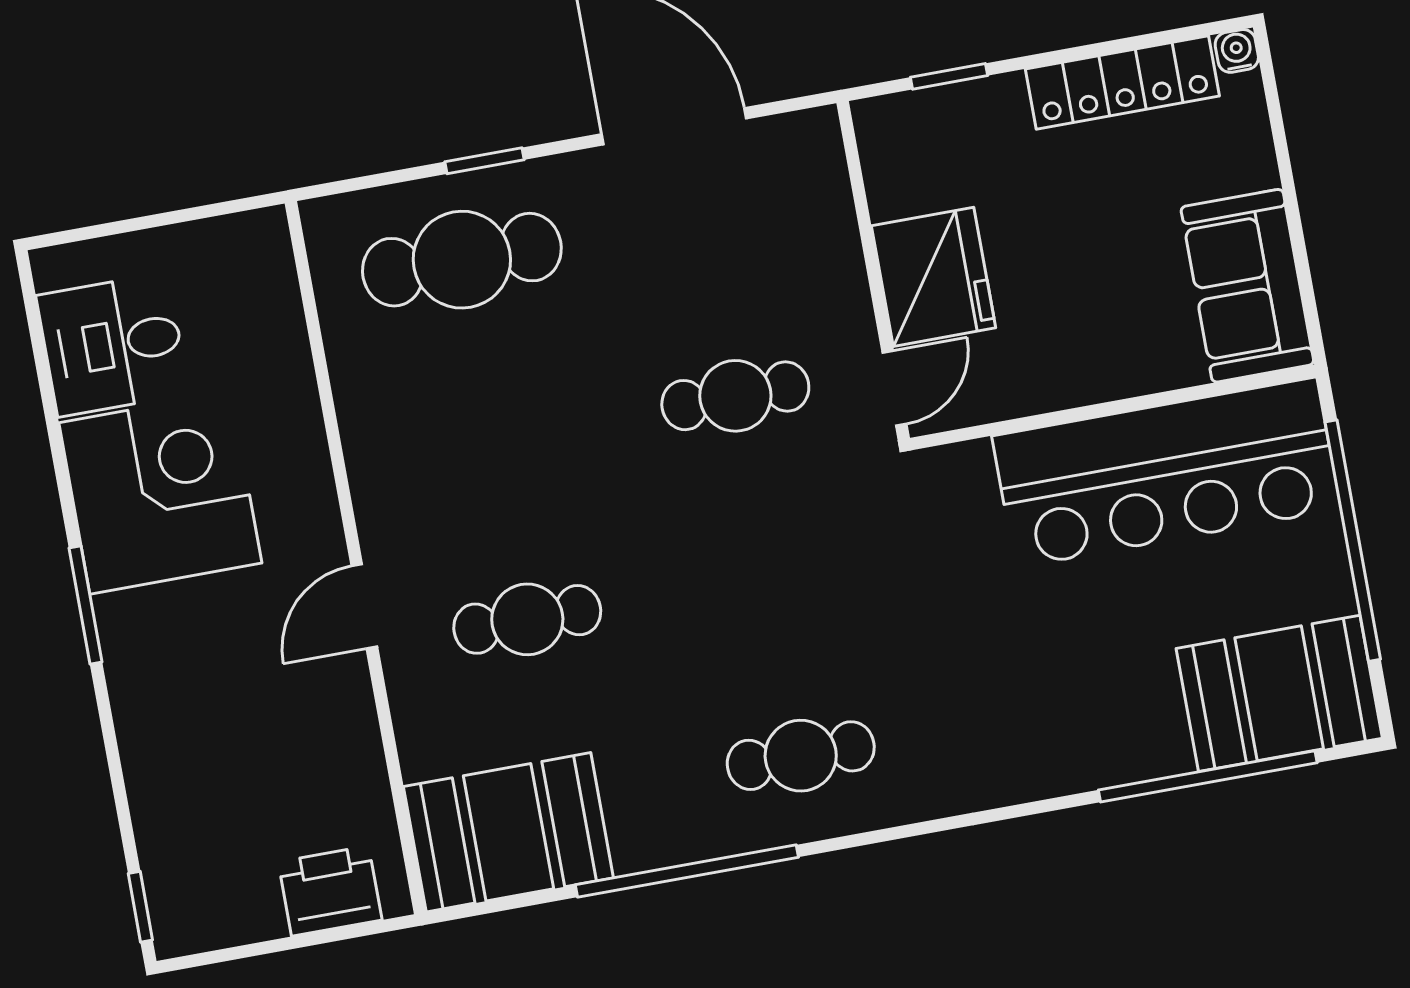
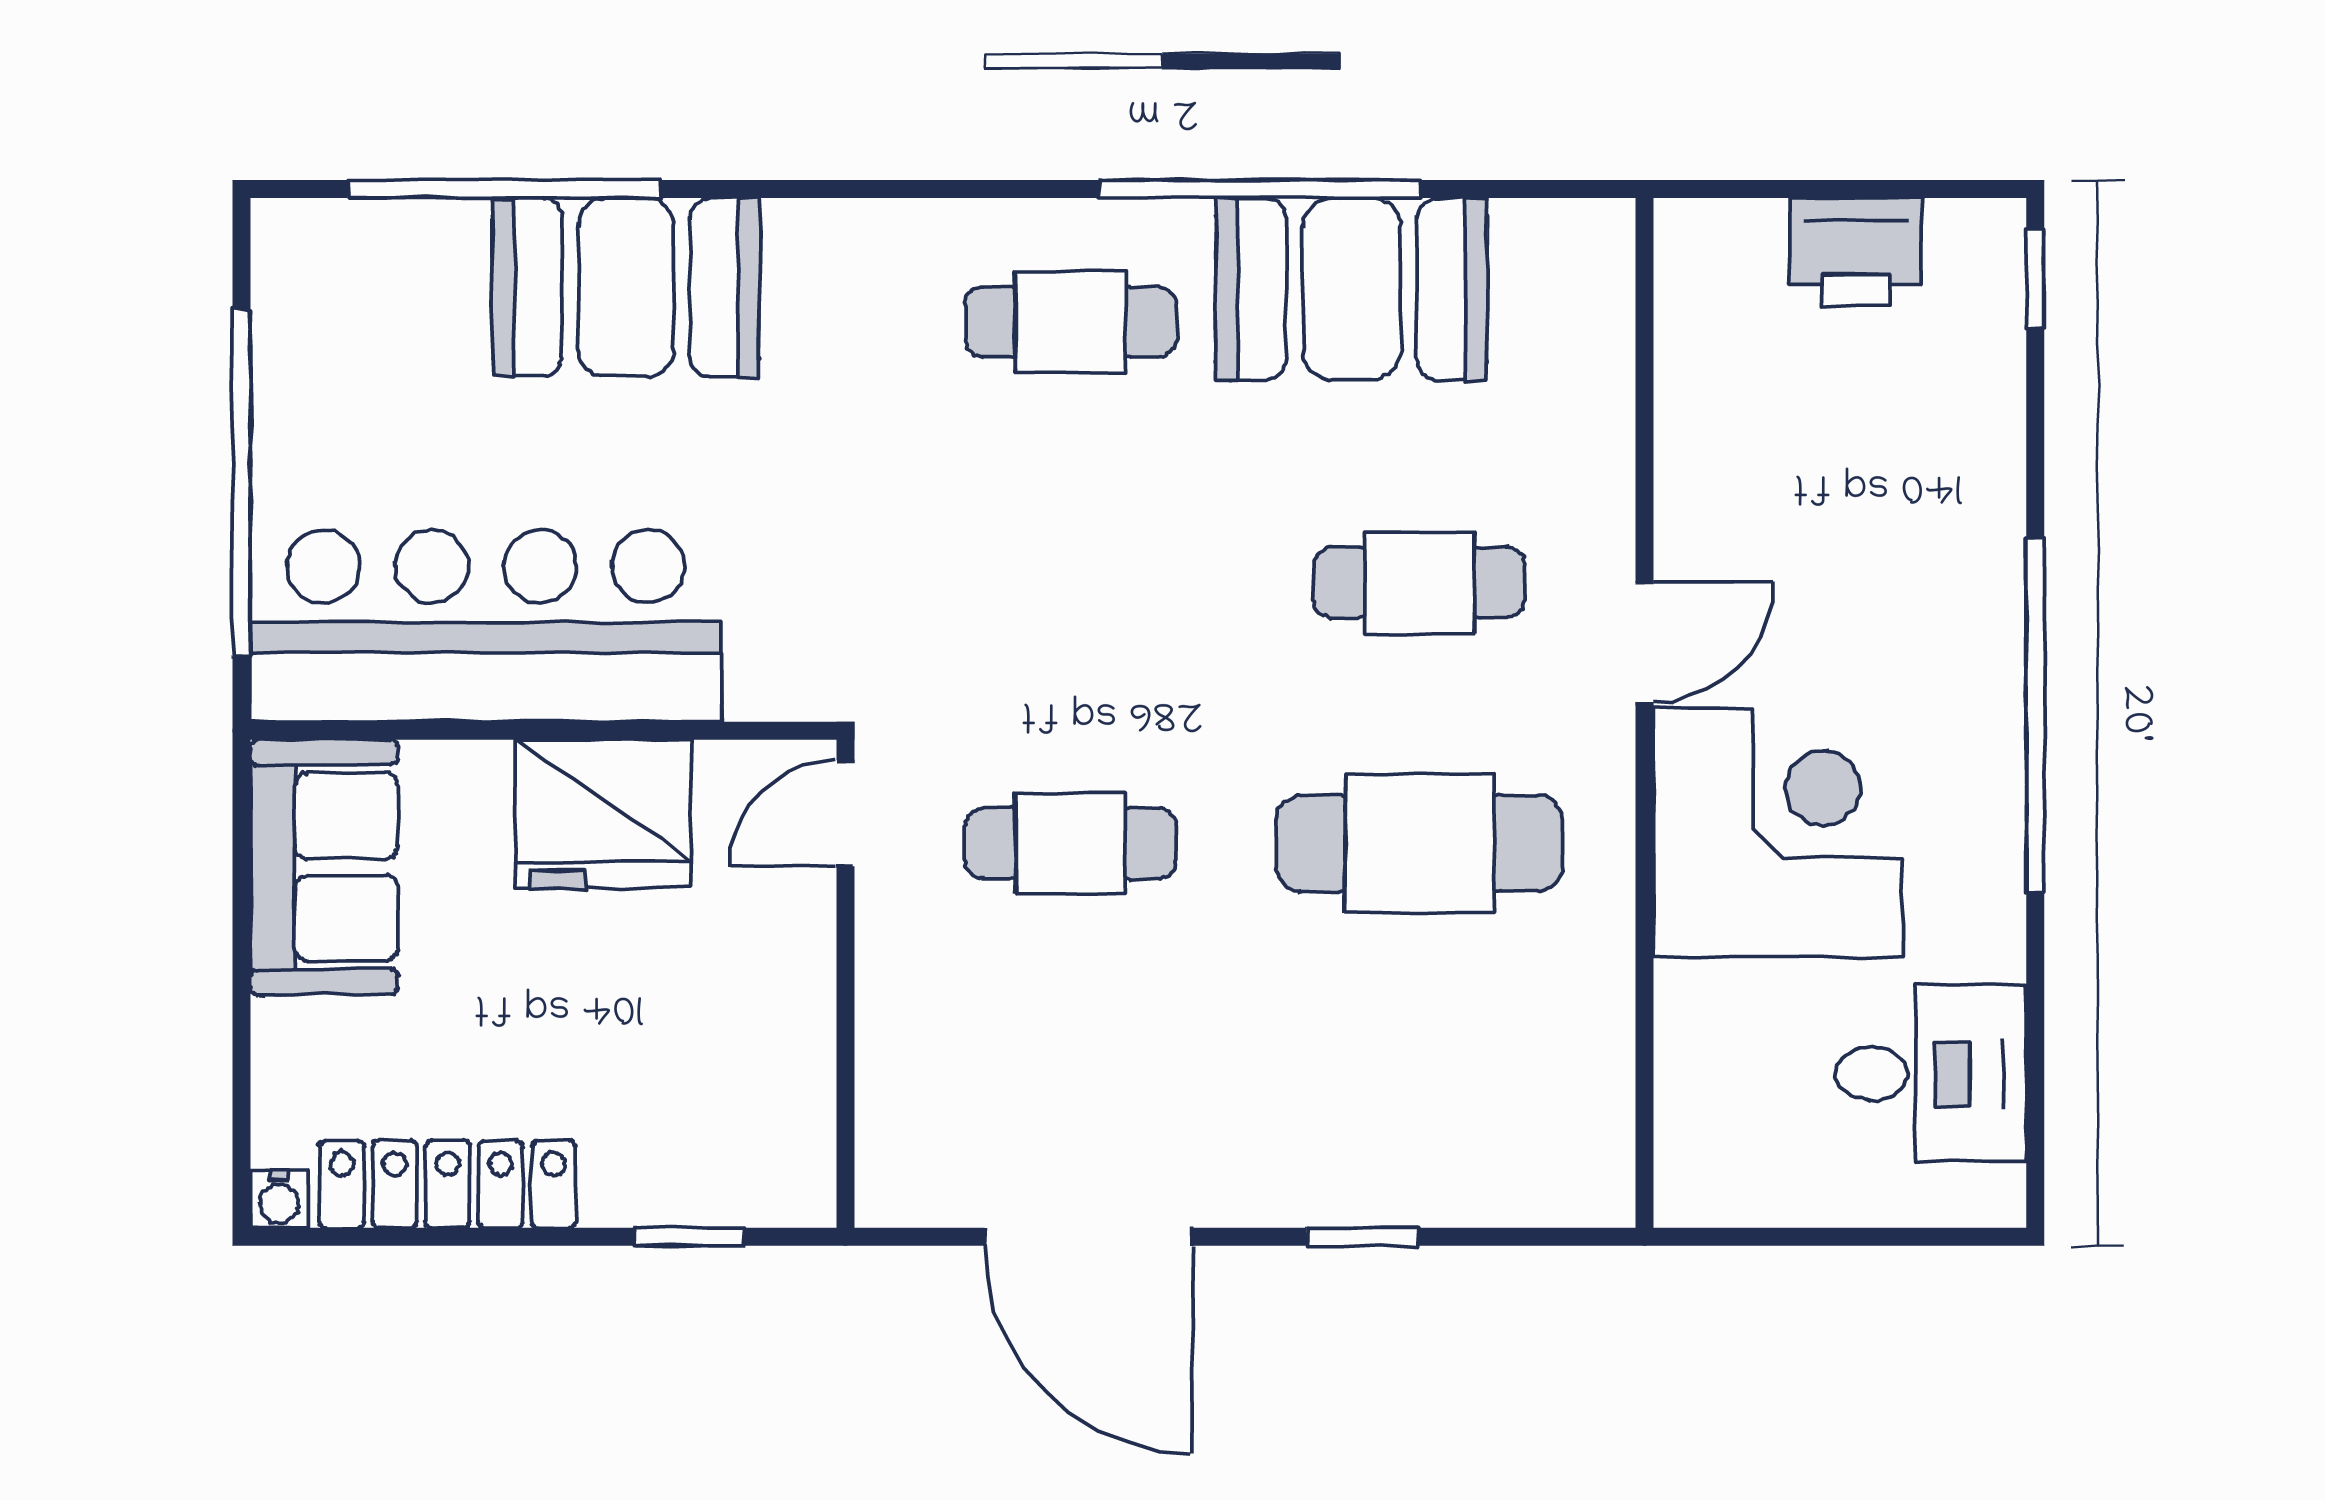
cafe table: (462, 260) -> (1419, 843), moved
fridge: (933, 277) -> (603, 814), moved, turned -90
corner desk: (160, 493) -> (1778, 833), moved, turned 180
window: (86, 605) -> (2035, 715), width x2.11
booth: (1279, 693) -> (626, 287), moved
booth: (508, 832) -> (1352, 289), moved
printer: (330, 891) -> (1856, 252), moved

